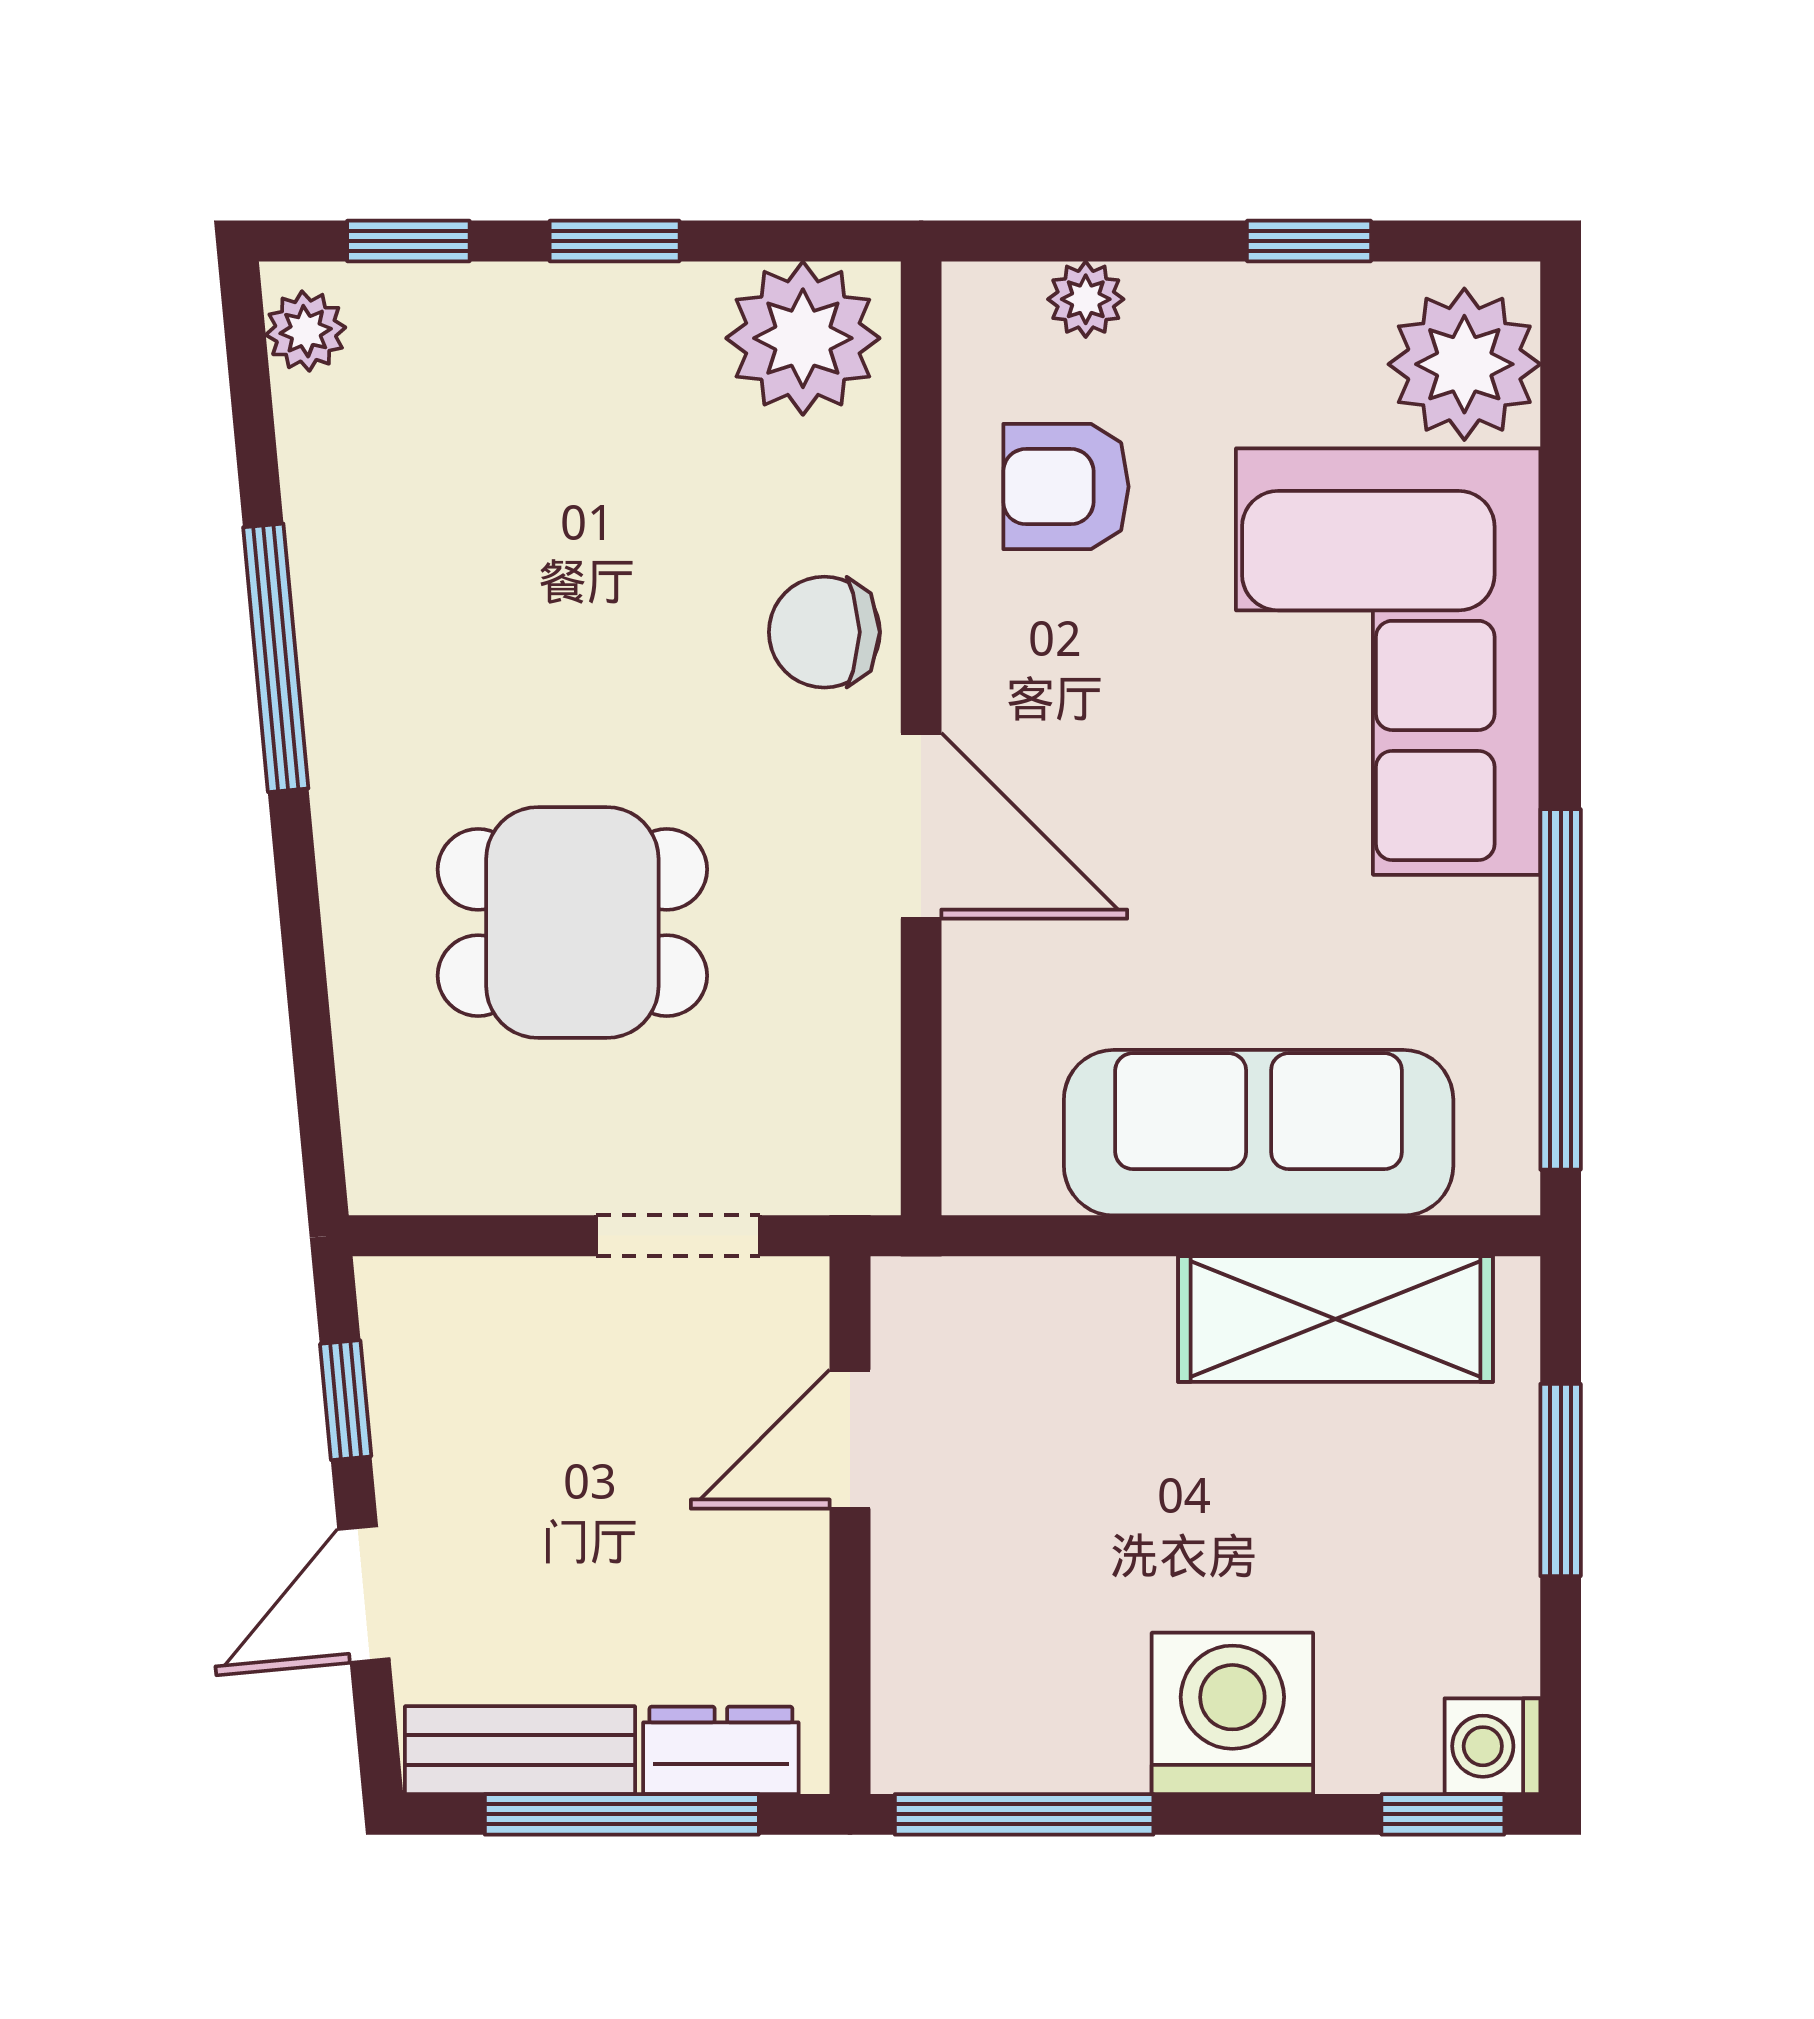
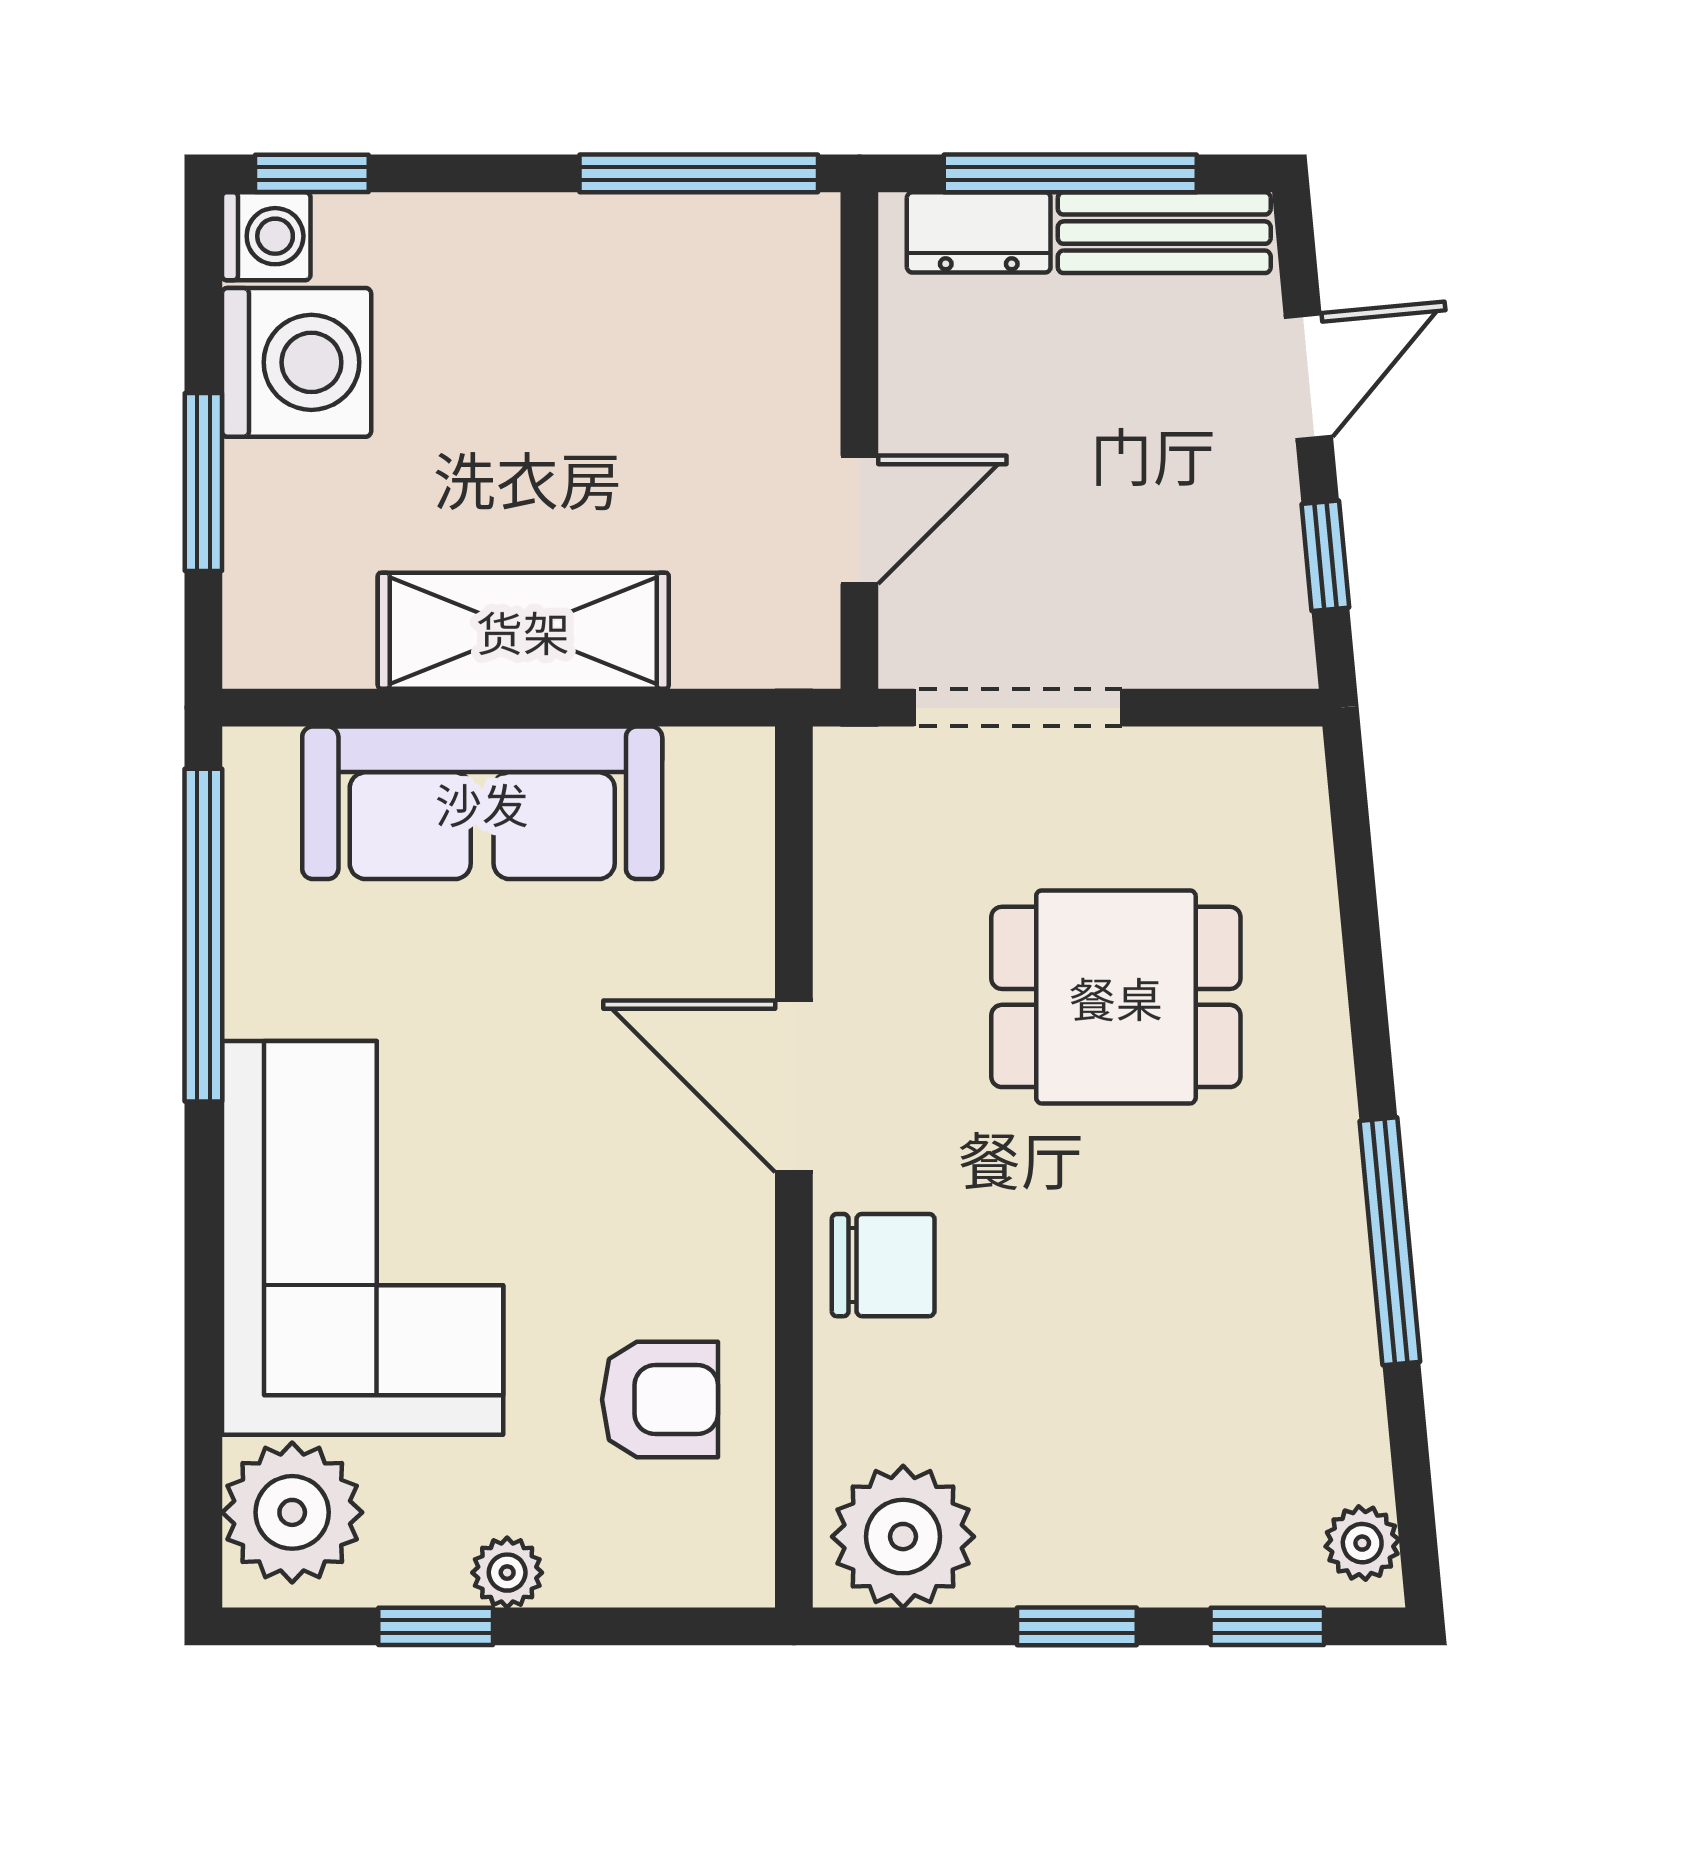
plant: (1086, 299) -> (507, 1573), moved
doorway: (678, 1236) -> (1018, 708), width x1.38
shelving: (1336, 1319) -> (523, 631), moved
washing machine: (1232, 1713) -> (297, 362), moved, turned -90

